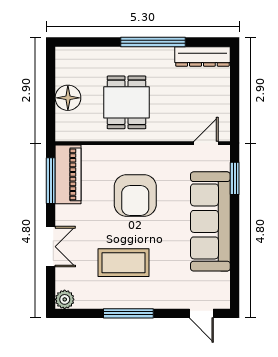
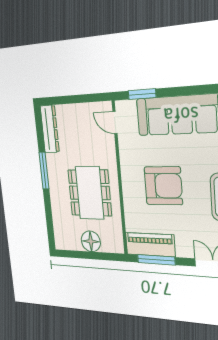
window: (153, 42) -> (44, 171), width x0.68
dining table: (127, 102) -> (90, 193), width x1.38

